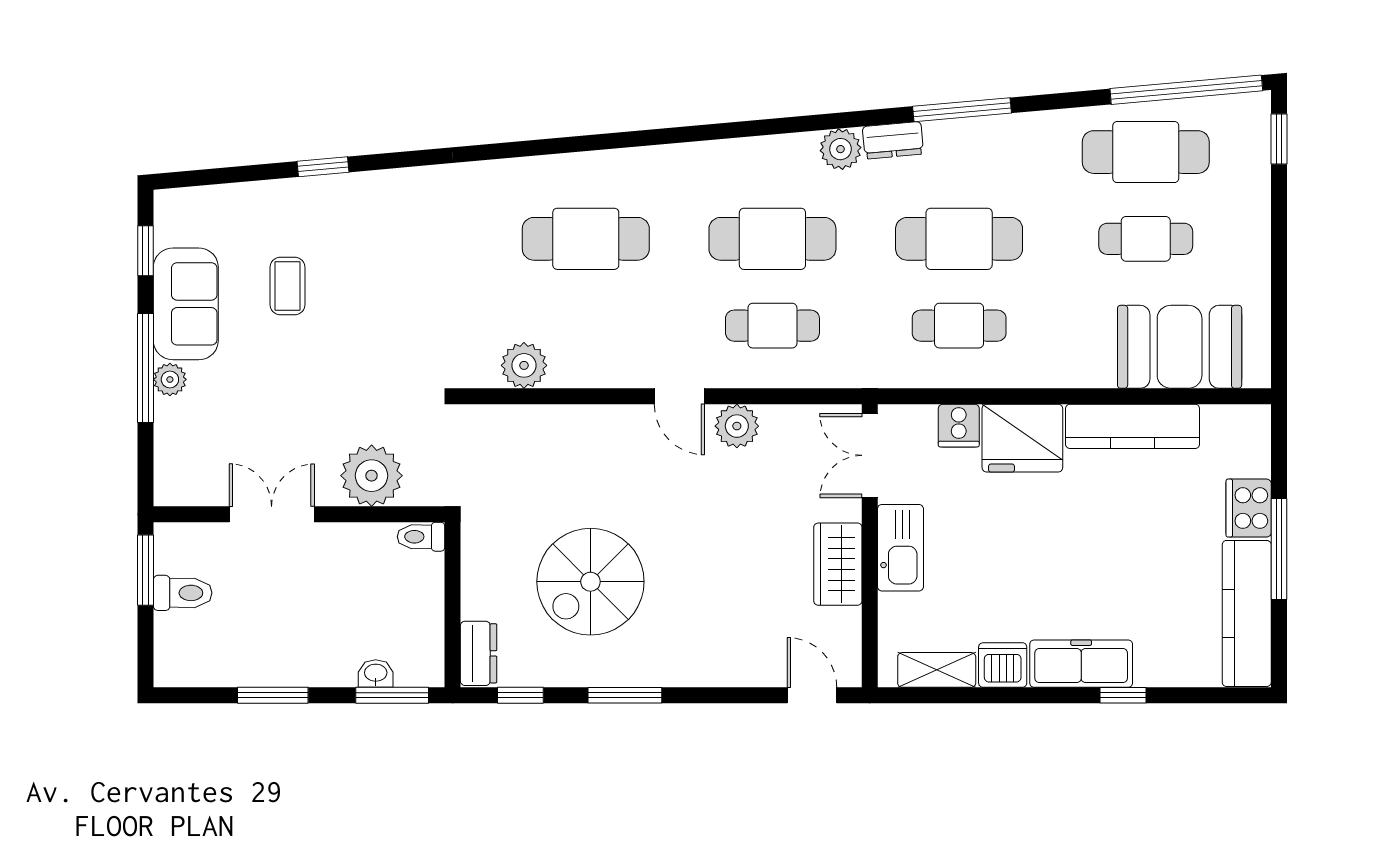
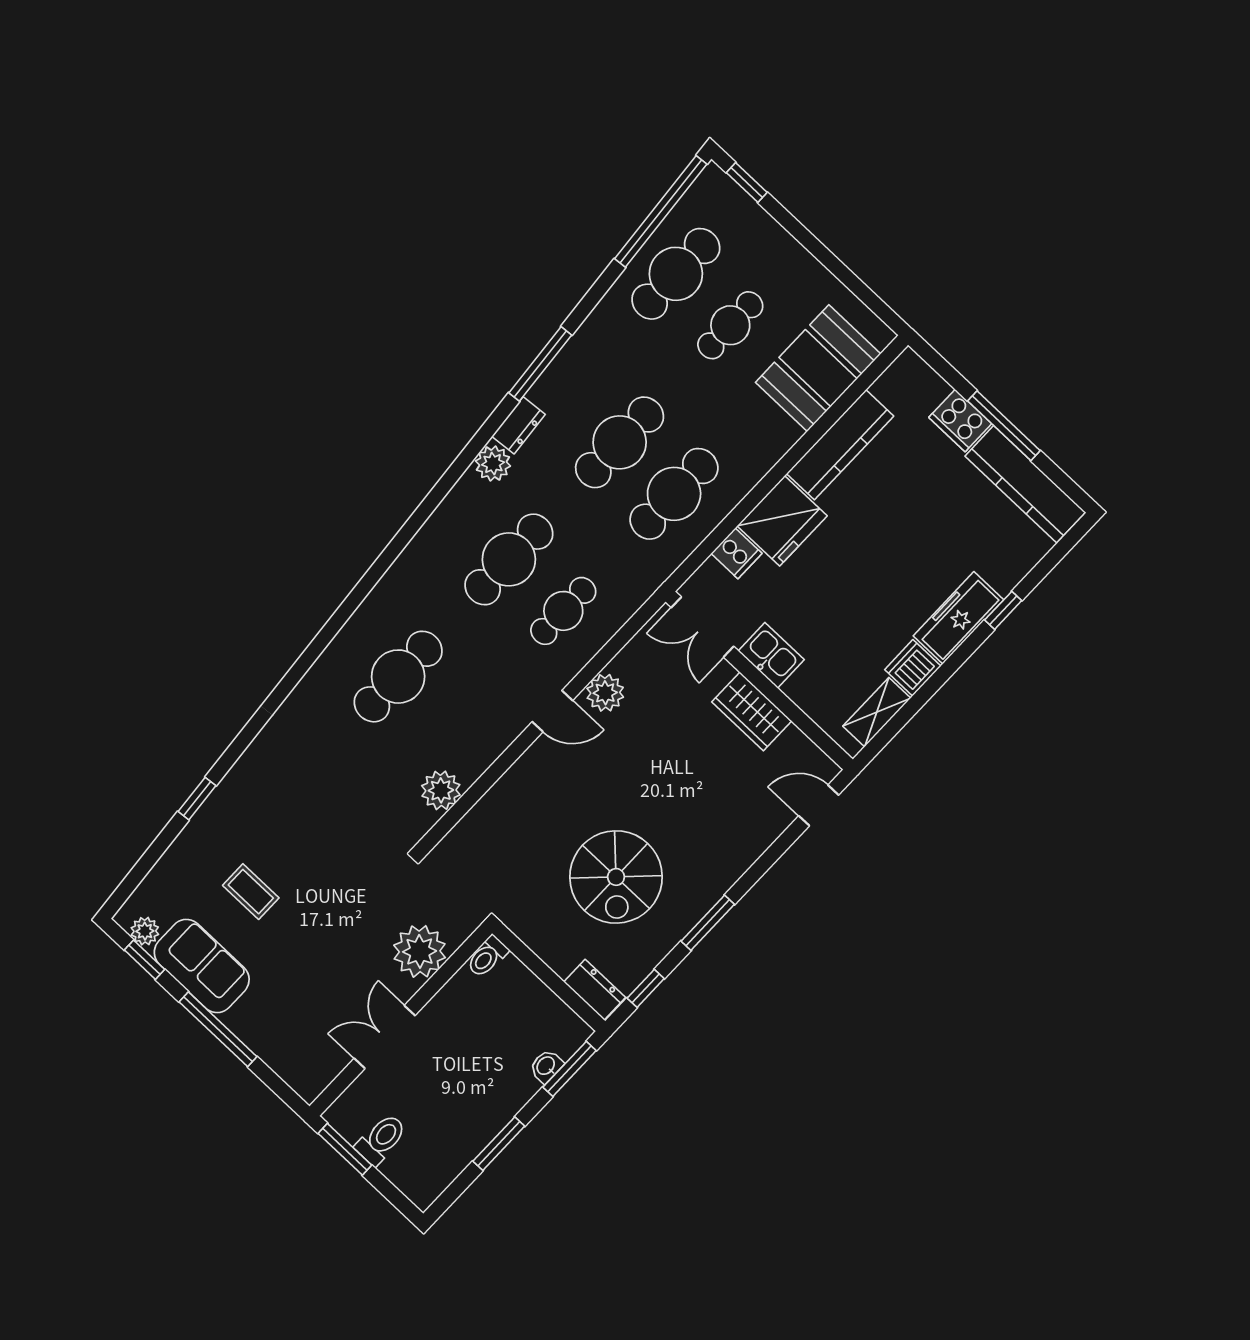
cafe table: (959, 326) -> (674, 494), width x1.37, depth x1.35
plant: (170, 379) -> (145, 931), moved
kitchen sink: (900, 548) -> (771, 655), width x0.73

